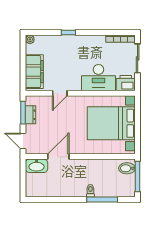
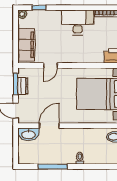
window: (68, 32) -> (39, 8), moved
desk: (98, 78) -> (78, 22), moved, turned 180
window: (102, 200) -> (53, 167), moved

